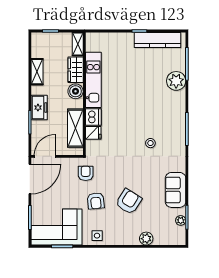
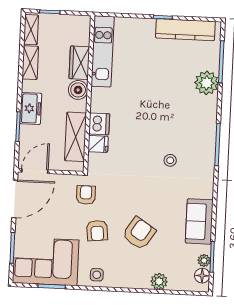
shelving: (78, 44) -> (31, 30), moved
kitchen unit: (93, 80) -> (103, 51), moved
floor lamp: (180, 232) -> (202, 276), added

